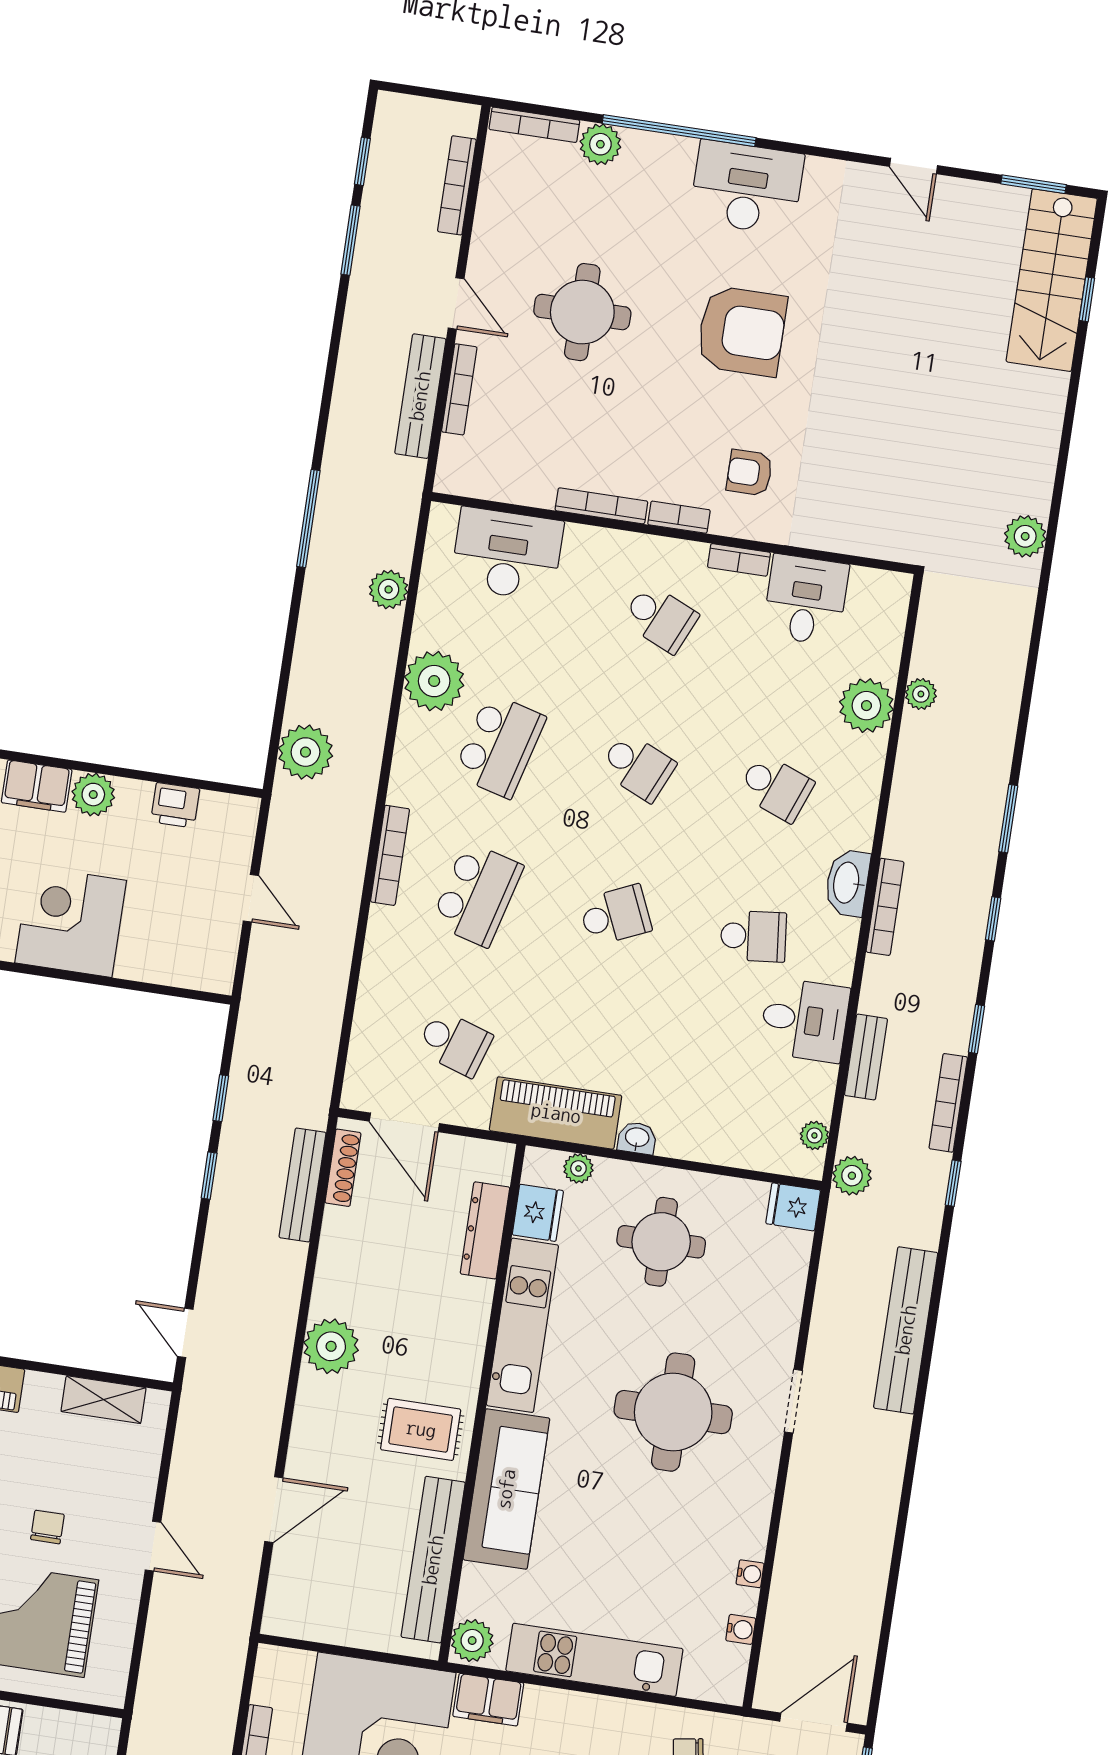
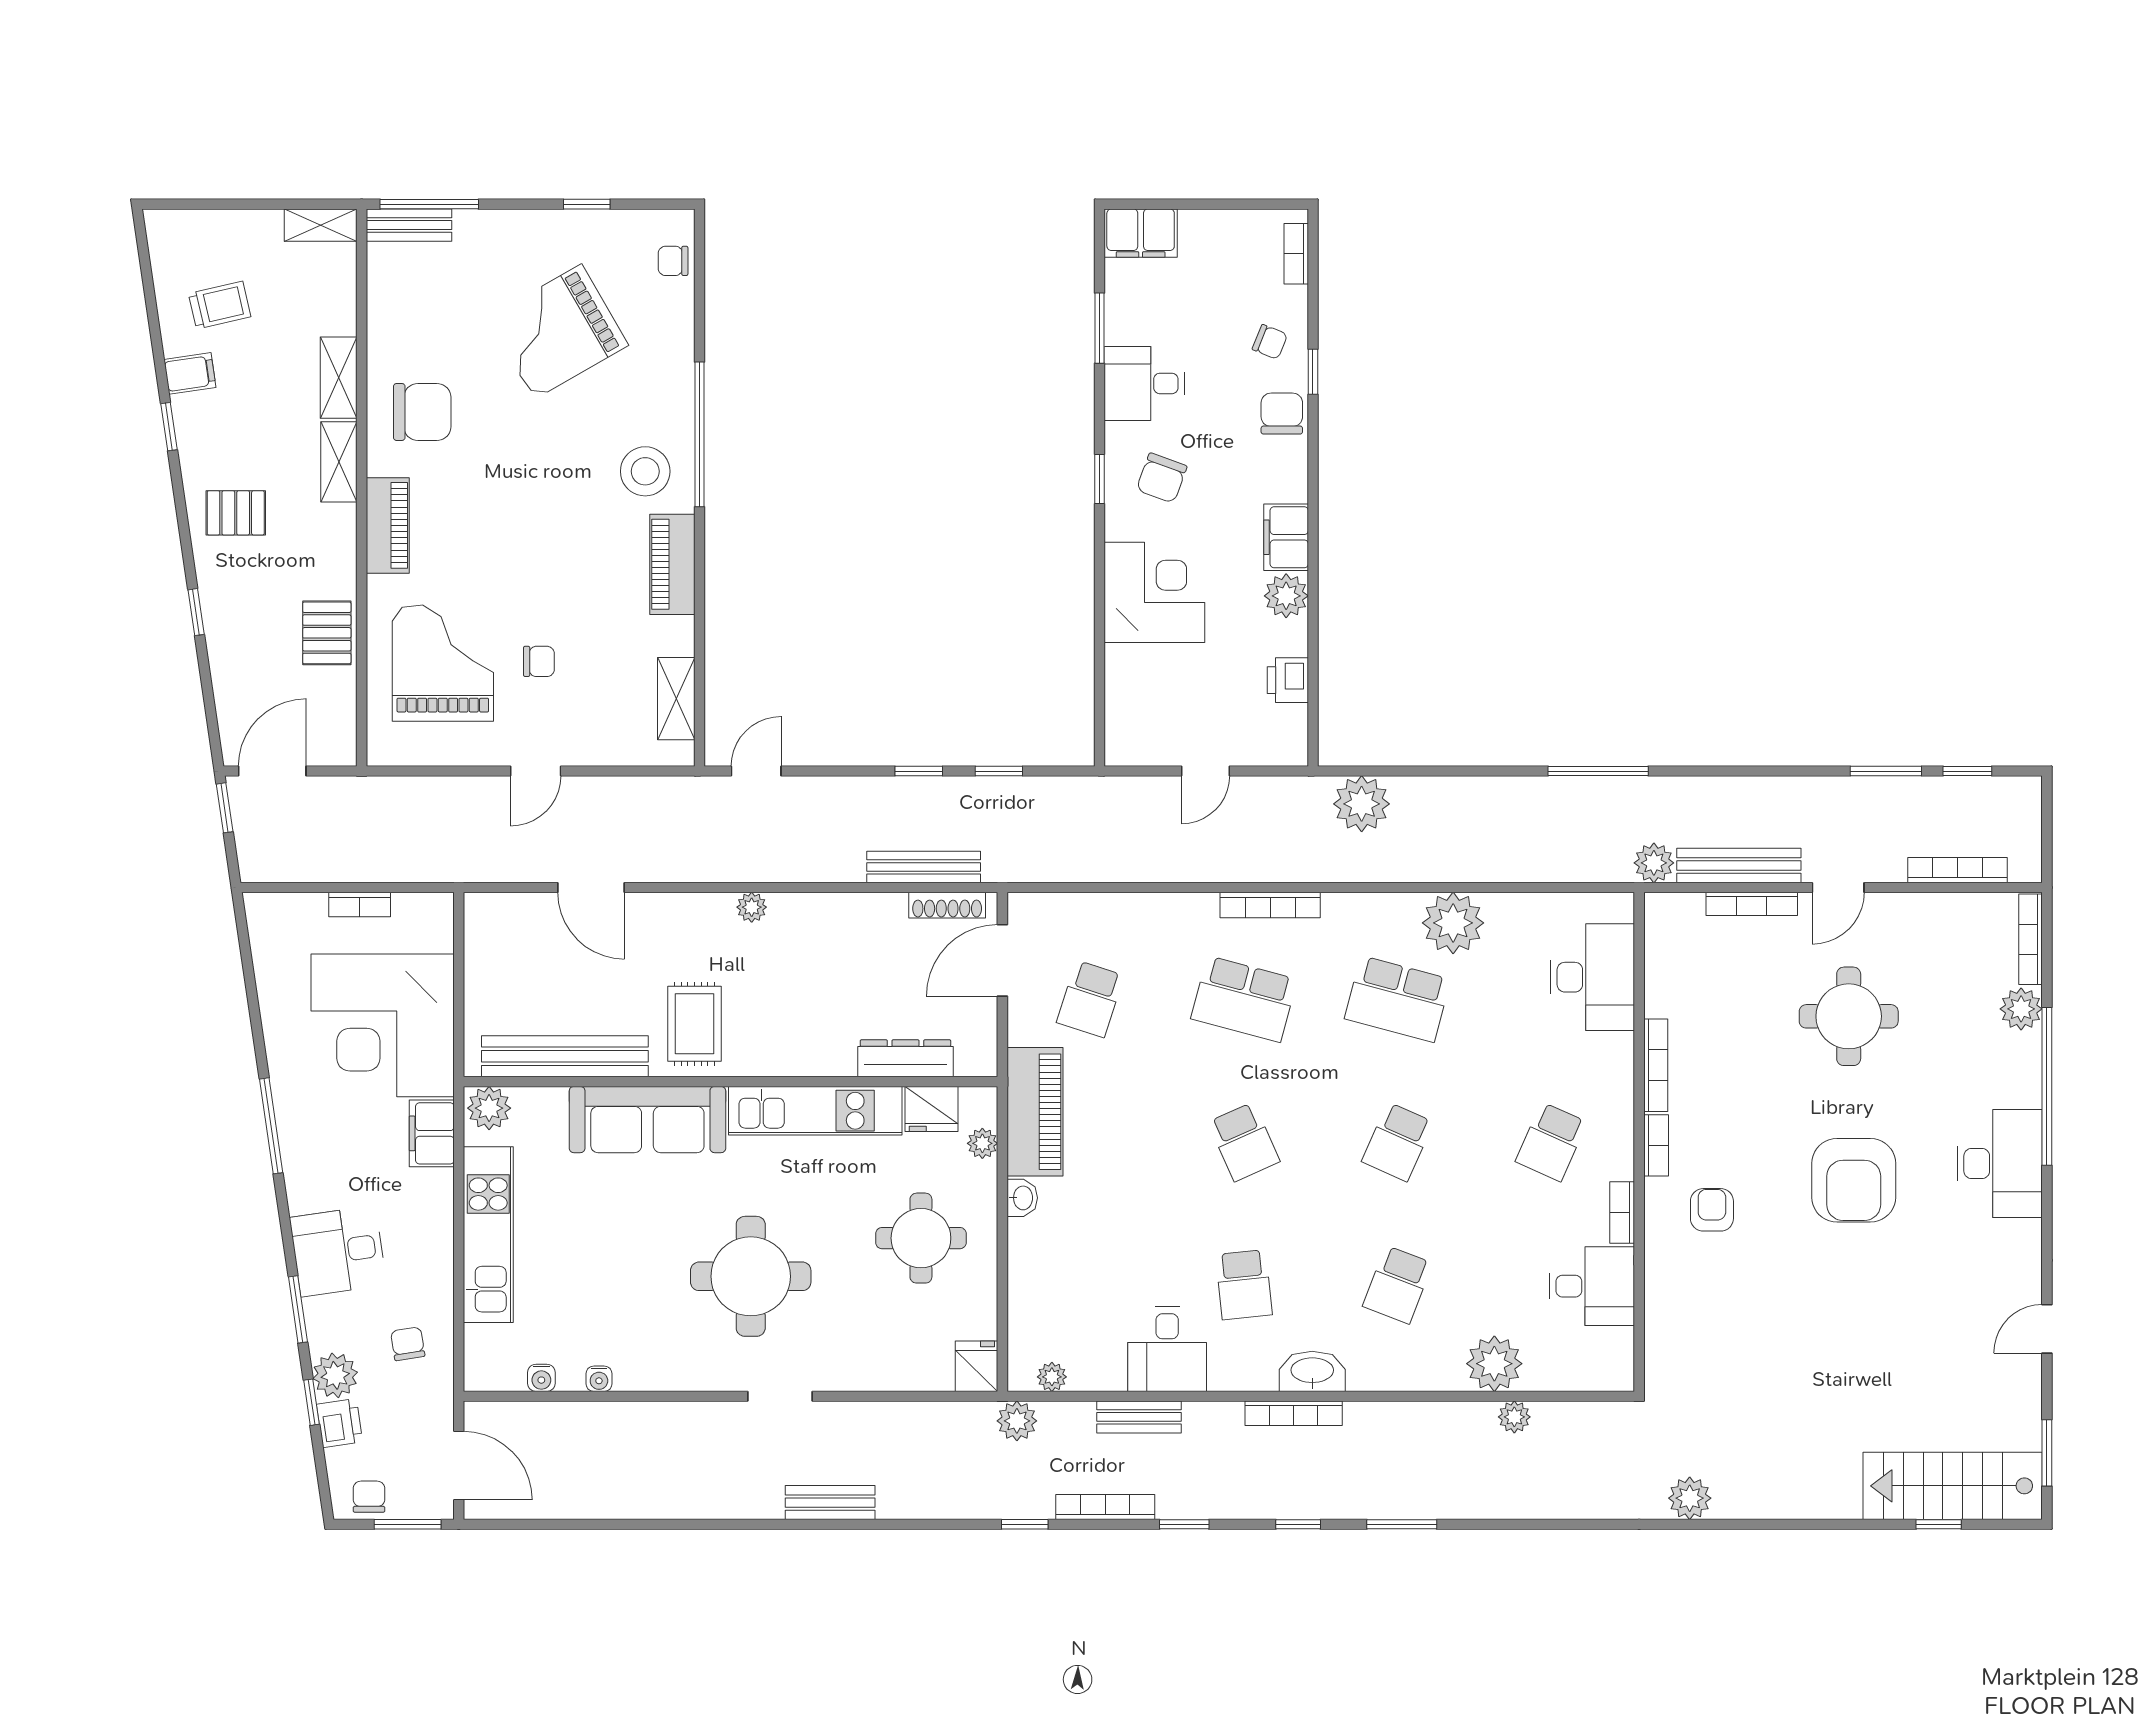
plant: (389, 590) -> (1654, 863), moved
bench: (906, 1330) -> (830, 1503), width x0.54, depth x0.82
plant: (331, 1346) -> (752, 907), width x0.53, depth x0.53

